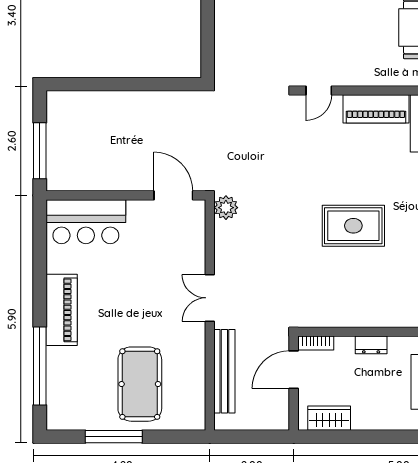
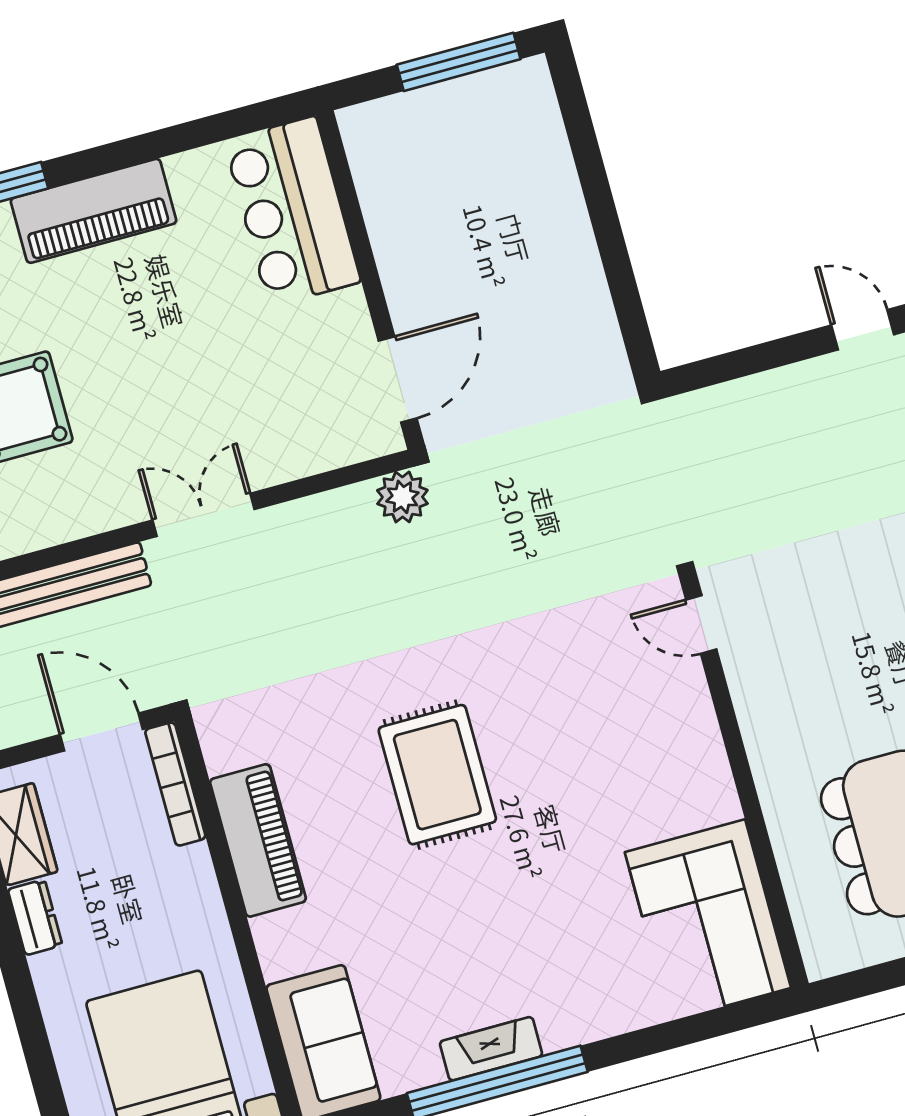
piano: (376, 109) -> (258, 840), moved, turned 180
window: (40, 151) -> (459, 62), moved
bookcase: (316, 343) -> (175, 784), width x1.56
dresser: (371, 345) -> (35, 917), moved, turned 180

